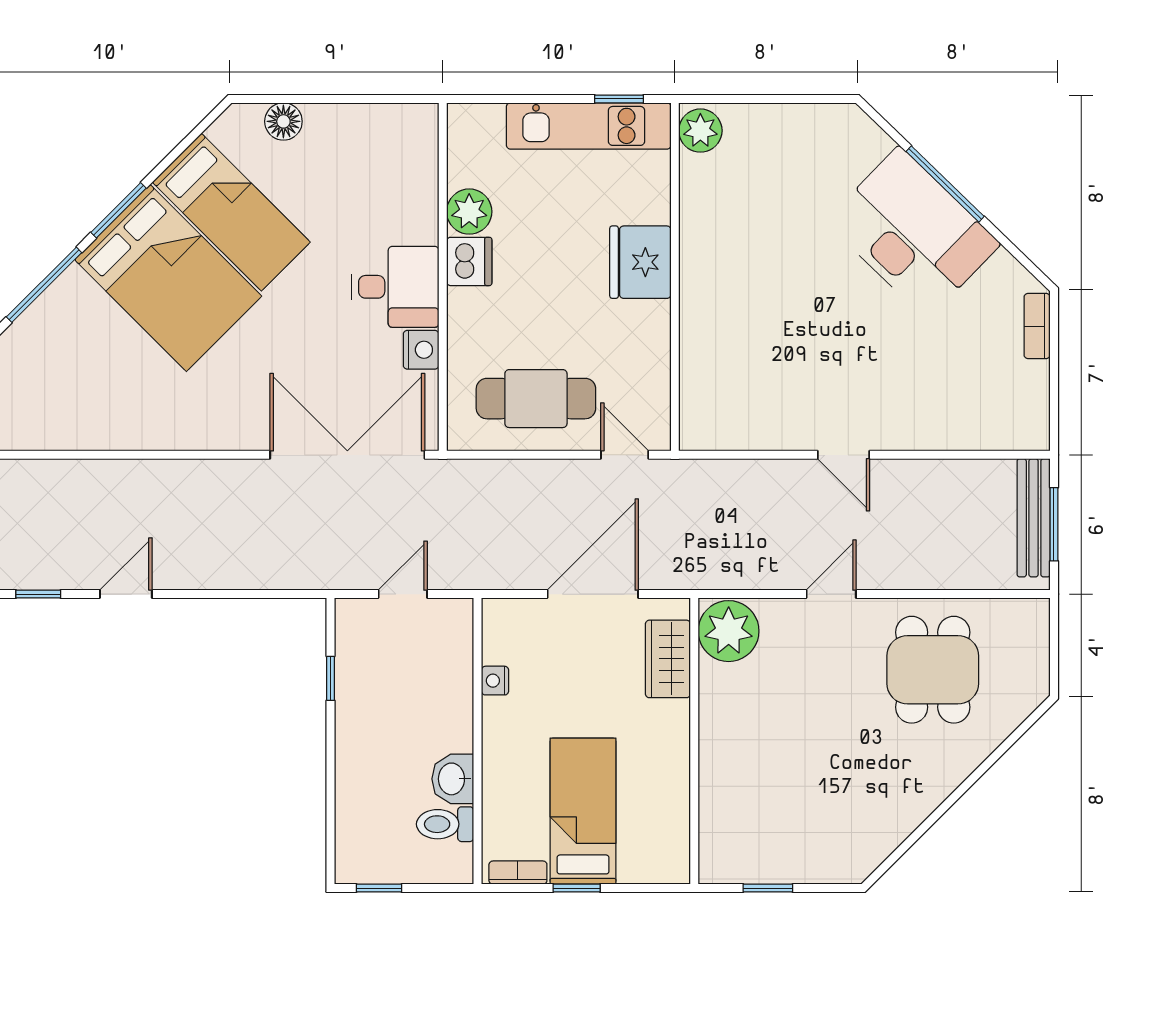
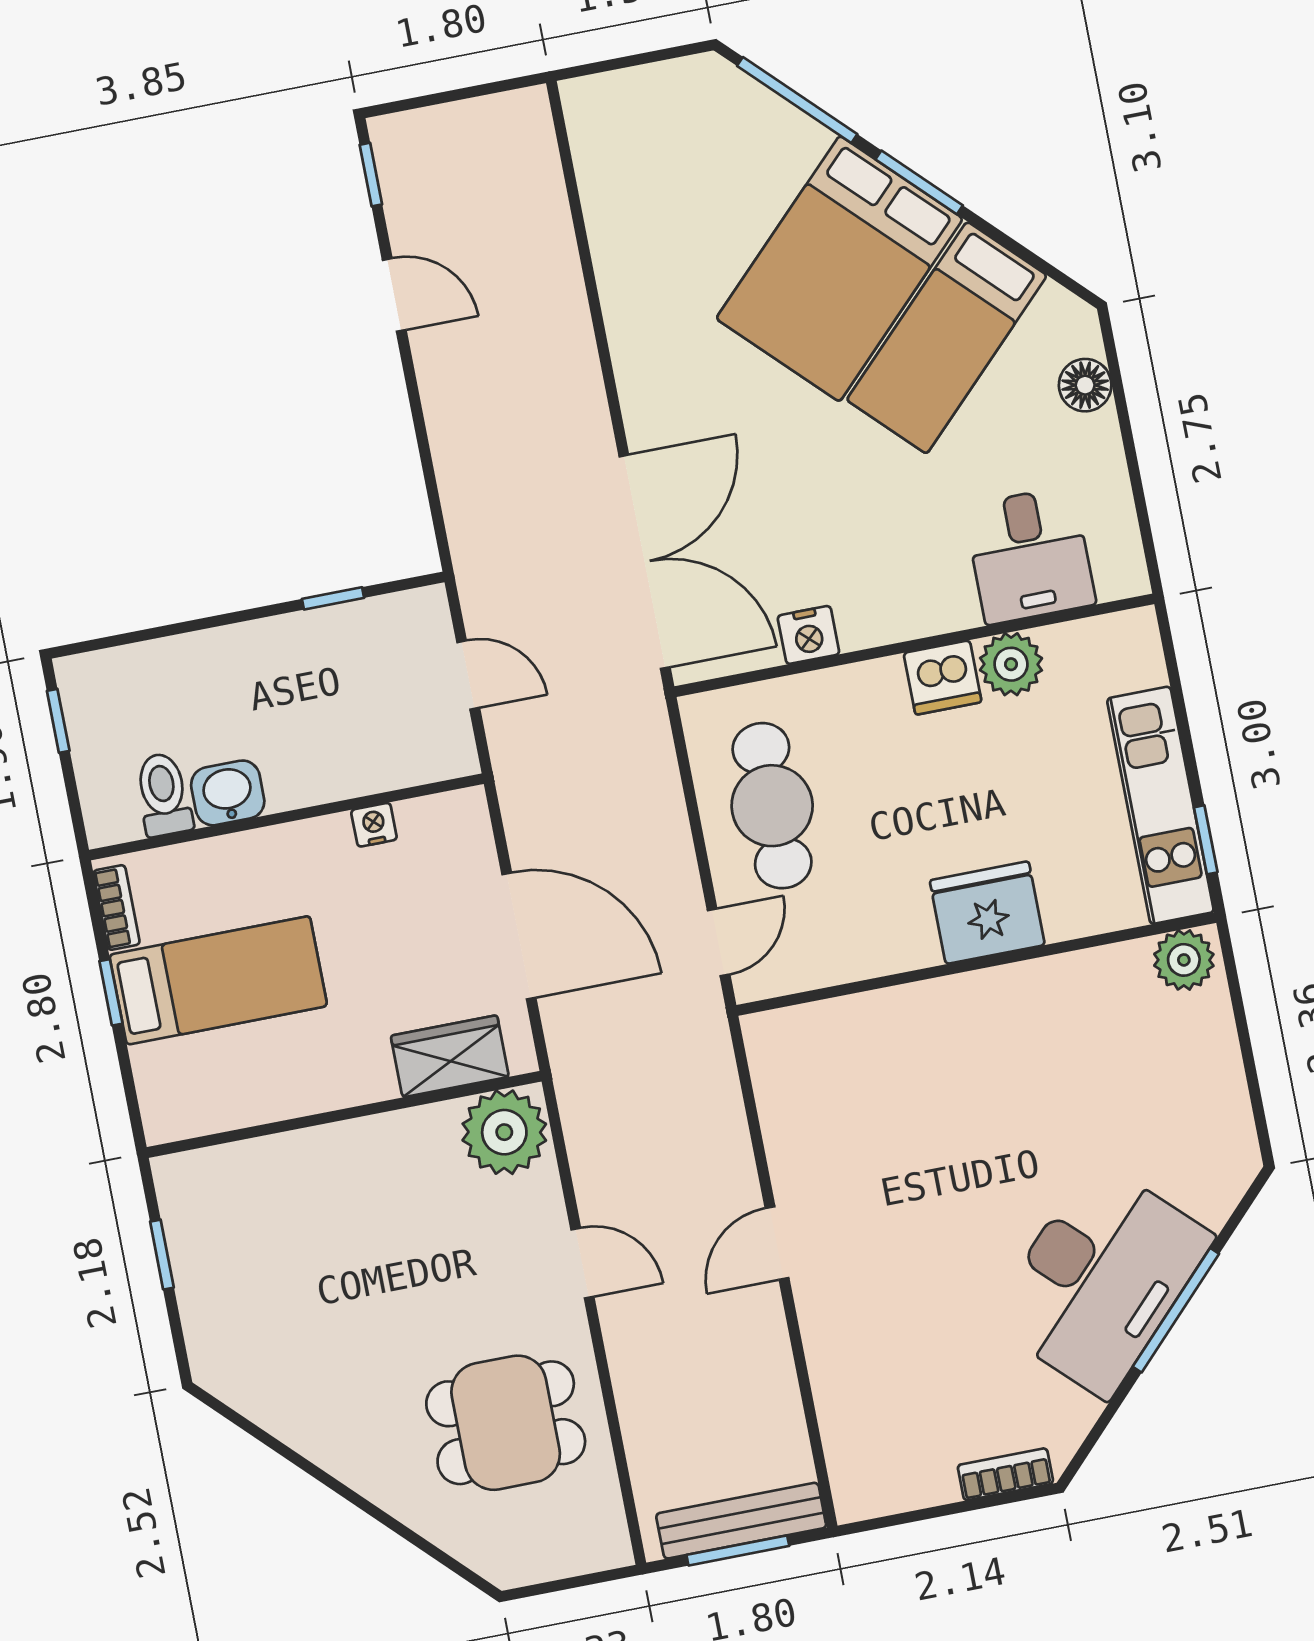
desk: (395, 287) -> (1030, 555), moved

